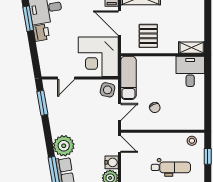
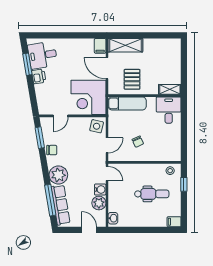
exam couch: (128, 78) -> (127, 103), moved, turned 90
chair: (56, 117) -> (52, 150), added

